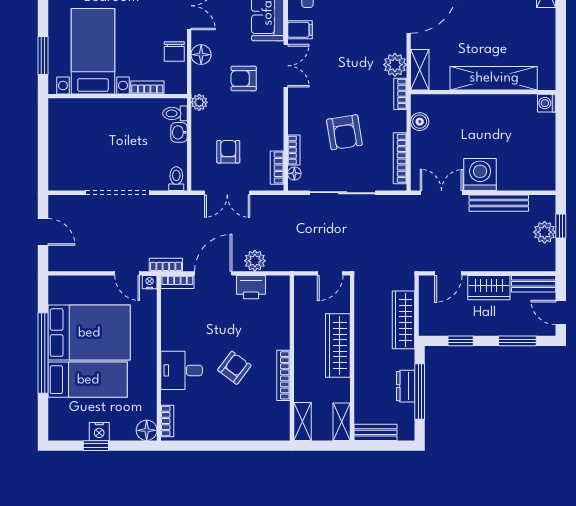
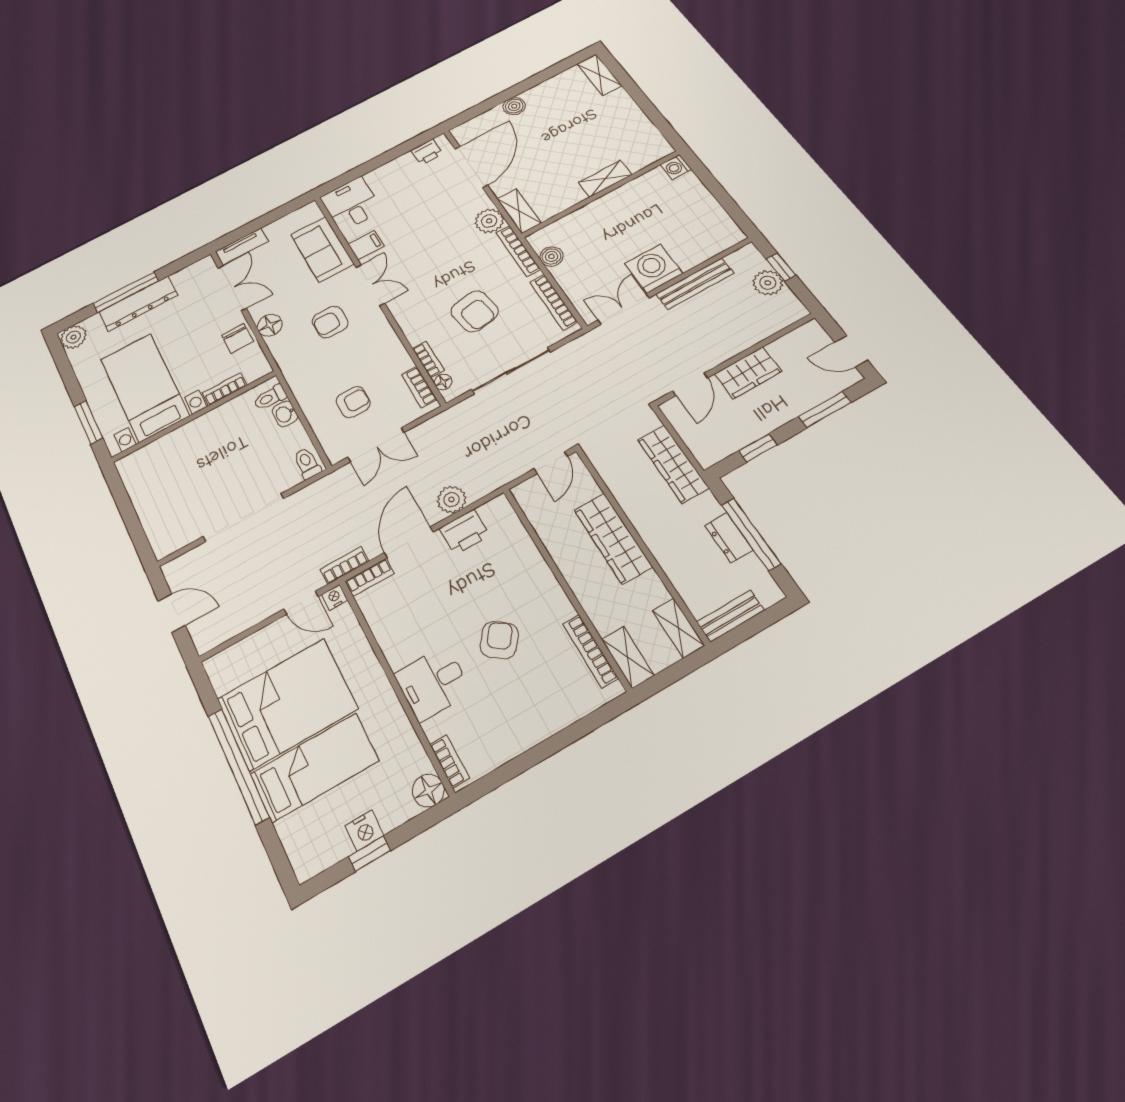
shelving: (494, 78) -> (605, 179), width x0.45, depth x0.75
bookcase: (400, 94) -> (518, 251), width x1.56
plant: (199, 102) -> (292, 372), removed
armchair: (228, 152) -> (353, 402), turned 90
bench: (534, 284) -> (796, 340), removed
bookcase: (283, 375) -> (590, 651), moved

